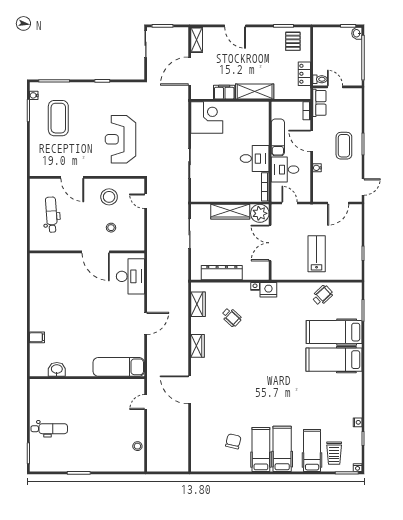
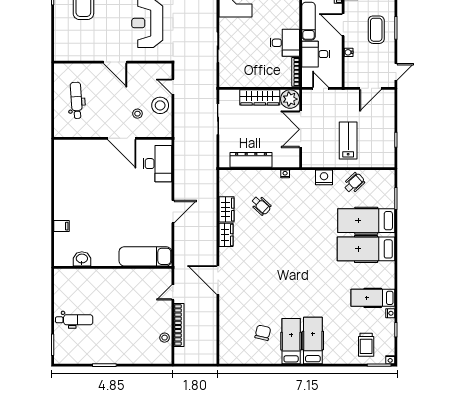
door: (72, 177) -> (115, 62), moved
stool: (109, 197) -> (160, 105), moved
nightstand: (268, 290) -> (324, 177), moved
wardrobe: (198, 304) -> (227, 209), moved
bookcase: (152, 434) -> (179, 325), added
hospital bed: (312, 451) -> (373, 298), moved, turned -90

